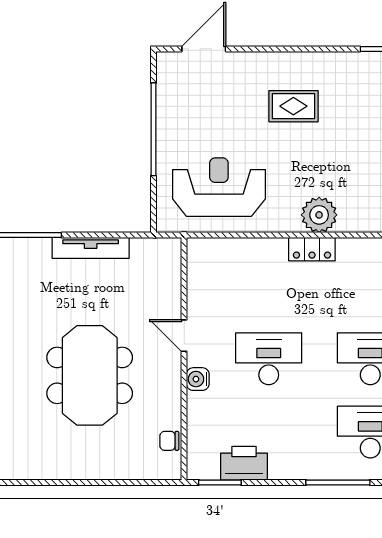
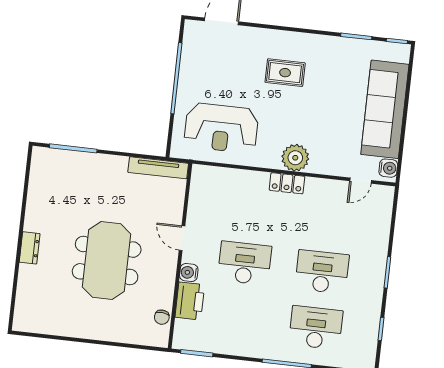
reception desk: (219, 187) -> (221, 128), turned 180
tv unit: (91, 248) -> (158, 168), moved
chair: (169, 441) -> (162, 317), turned -85
printer: (244, 463) -> (190, 301), moved, turned 90

